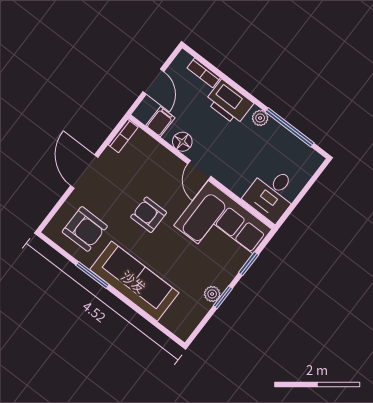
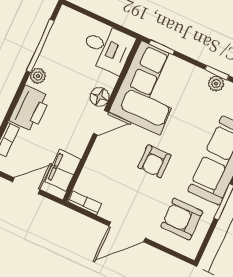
filing cabinet: (160, 122) -> (63, 170), width x2.00
floor lamp: (182, 142) -> (100, 97), moved
armchair: (85, 229) -> (182, 219), turned -90
window: (249, 264) -> (162, 47), moved

